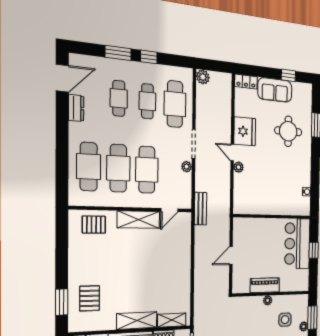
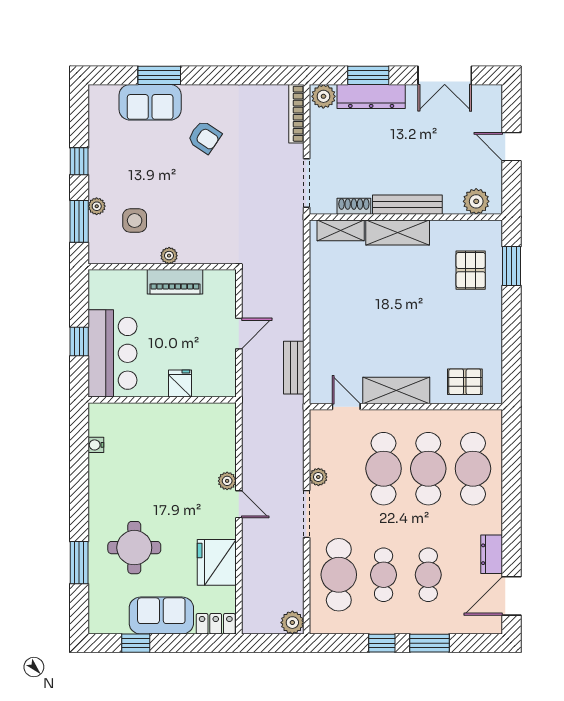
fridge: (245, 131) -> (217, 562), moved
bench: (200, 209) -> (294, 368), moved
door: (169, 210) -> (346, 407), hinge flipped
fridge: (263, 226) -> (180, 384), added

